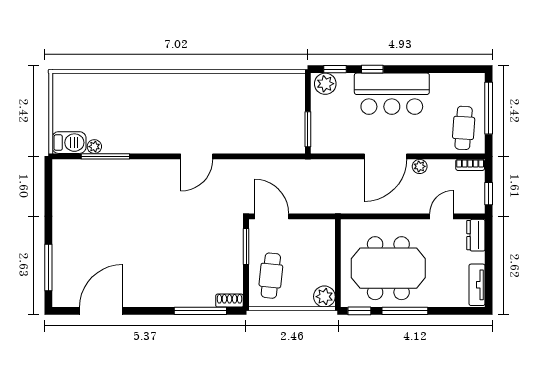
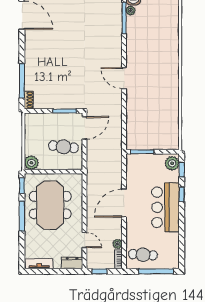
door: (385, 156) -> (124, 203), hinge flipped
plant: (420, 166) -> (117, 244), moved
cafe table: (271, 276) -> (63, 147), moved

